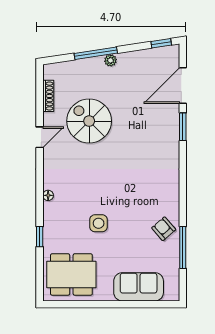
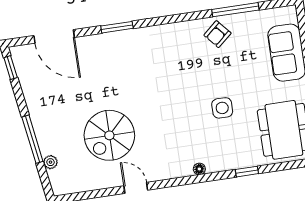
plant: (110, 60) -> (50, 162), moved
shoe rack: (48, 96) -> (88, 185), removed
window: (183, 127) -> (117, 27), moved

